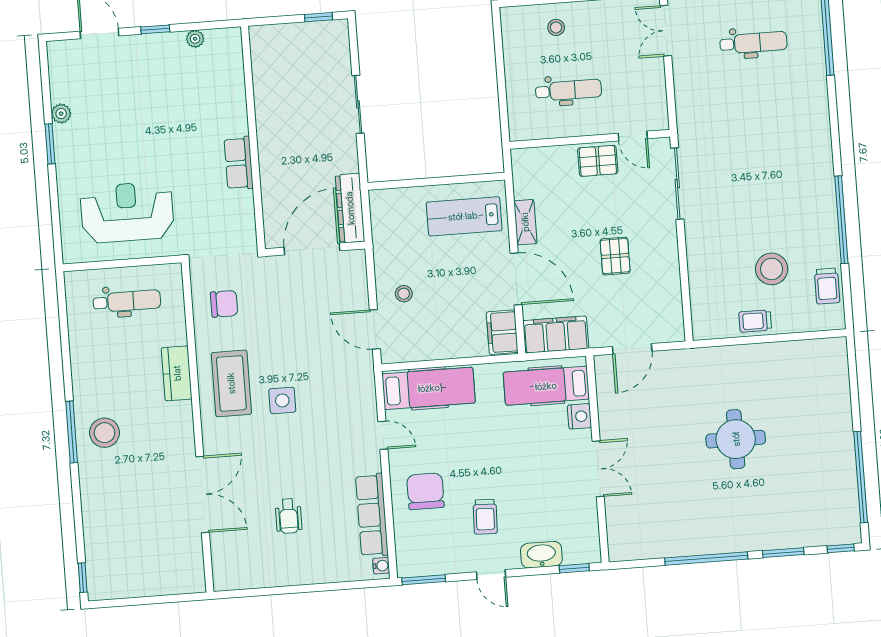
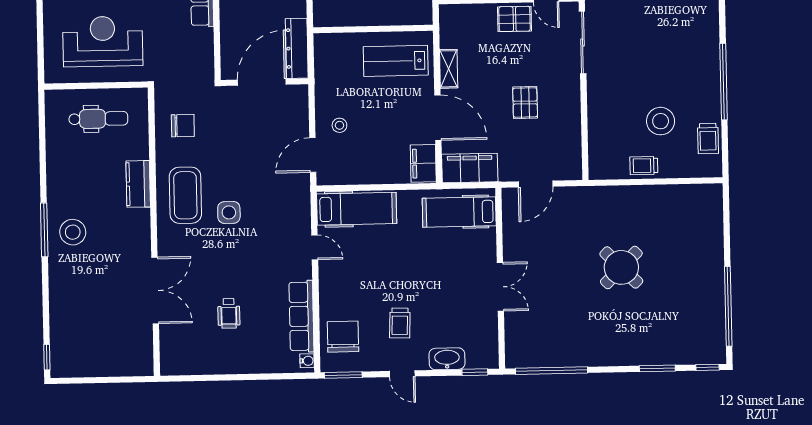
door: (375, 329) -> (313, 155), hinge flipped
nightstand: (579, 416) -> (487, 240), removed
round table: (736, 439) -> (621, 267), turned 45
chair: (425, 491) -> (343, 337), moved
window: (706, 558) -> (552, 371), moved

